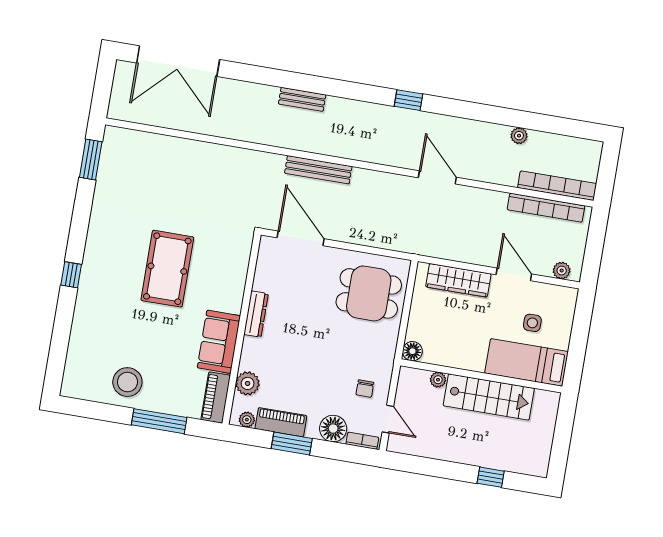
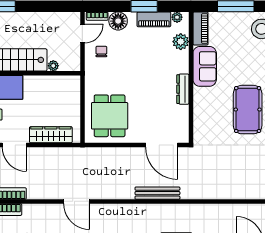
dining table: (369, 293) -> (110, 116), turned 90
floor lamp: (412, 351) -> (74, 82), removed
door: (388, 419) -> (82, 34), swing flipped

